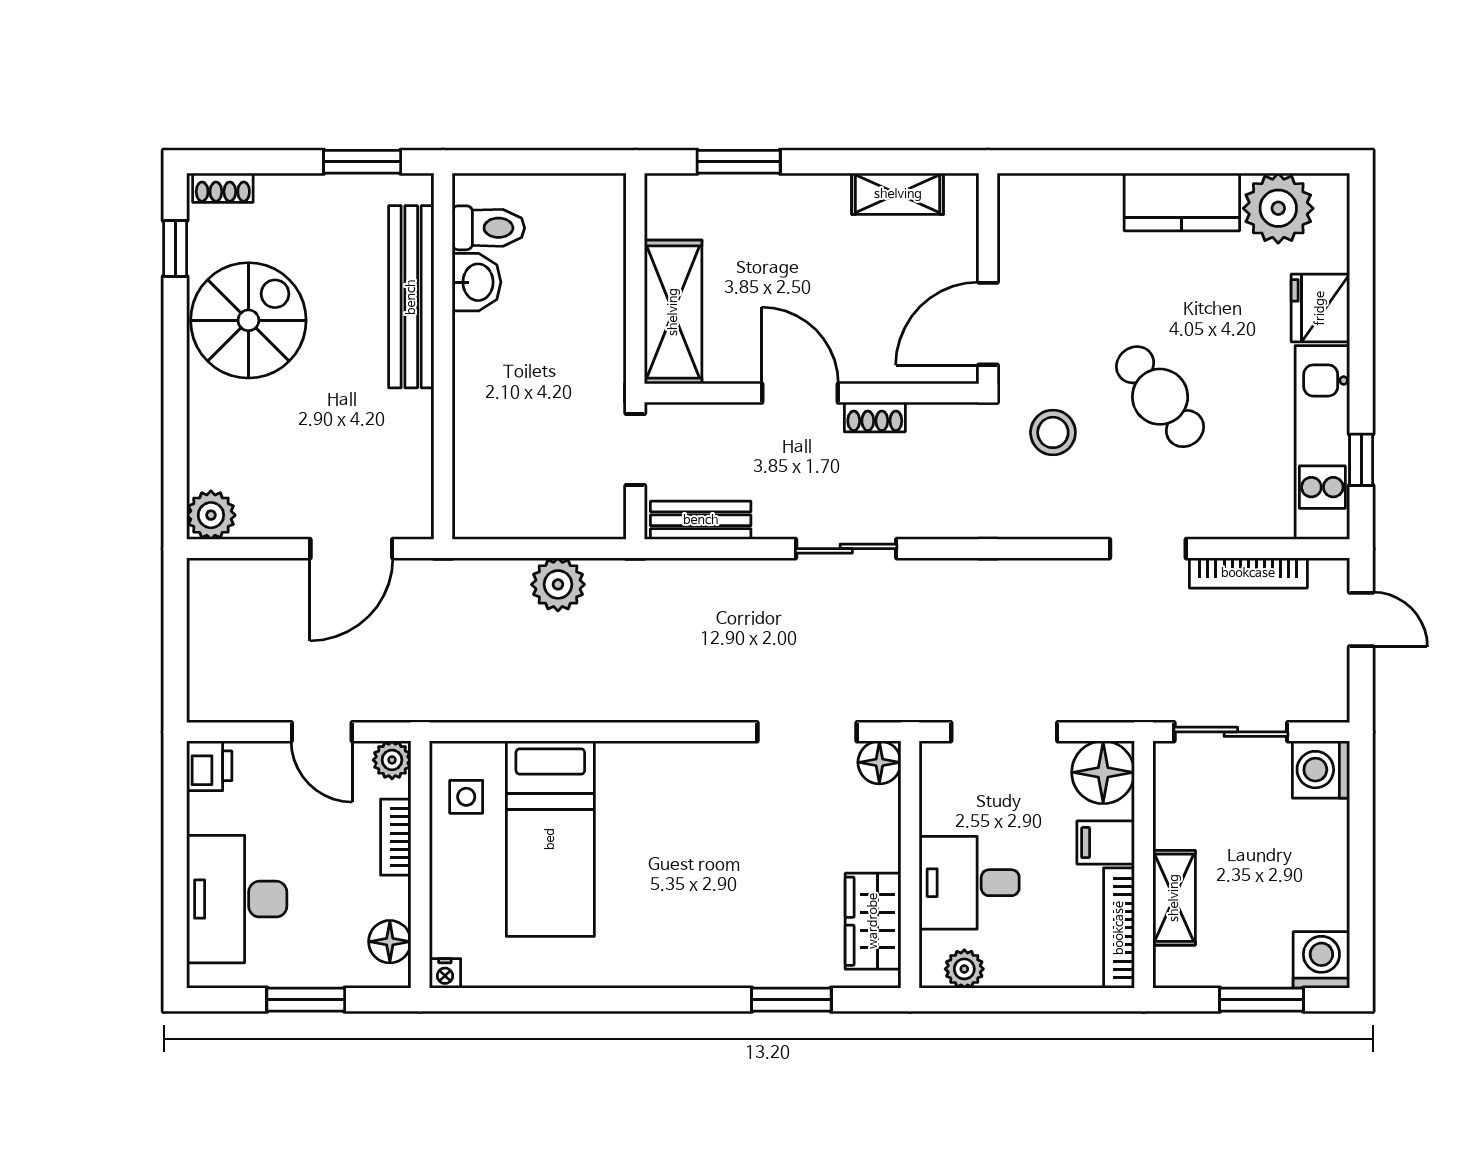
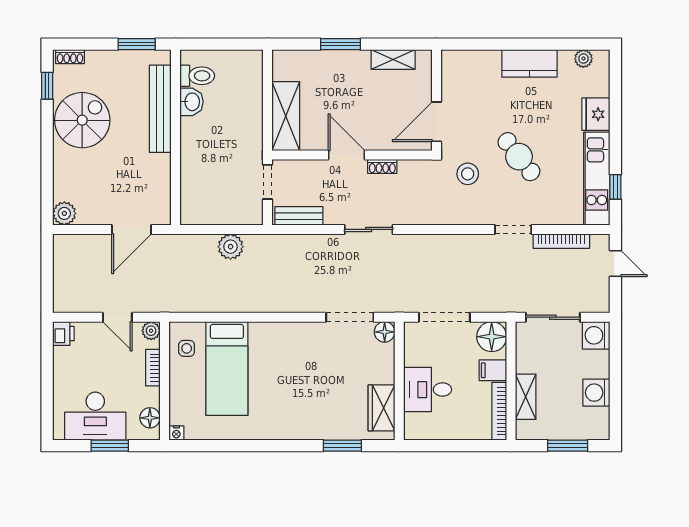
window: (739, 162) -> (340, 44), moved
plant: (1278, 208) -> (583, 59), width x0.53, depth x0.53
desk: (237, 899) -> (95, 416), moved, turned -90
washing machine: (1321, 960) -> (596, 393), moved, turned -90
plant: (964, 969) -> (425, 431), removed

